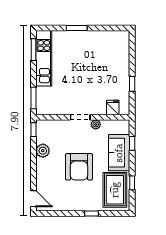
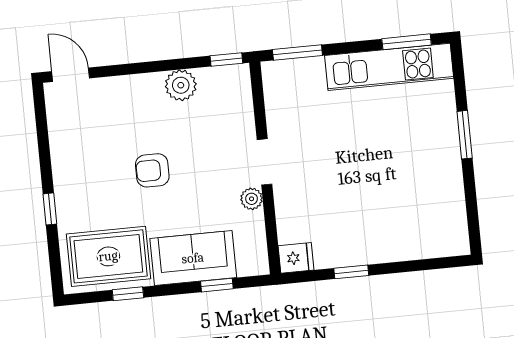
fridge: (113, 107) -> (296, 258), moved
armchair: (79, 167) -> (152, 170), width x0.53, depth x0.53
door: (33, 199) -> (71, 75), swing flipped

